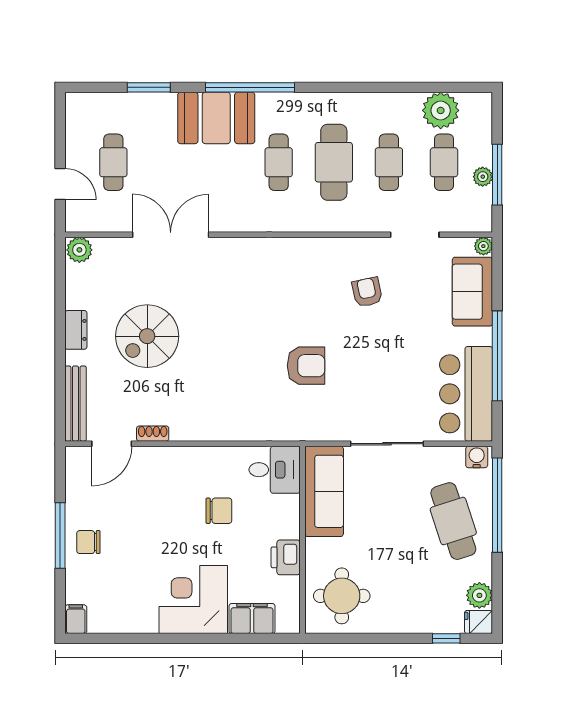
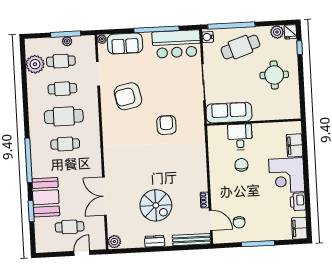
booth: (216, 118) -> (46, 197), moved
armchair: (367, 292) -> (128, 96), width x1.88, depth x1.88
desk: (275, 470) -> (240, 137), moved
chair: (88, 542) -> (239, 222), moved
printer: (286, 557) -> (298, 202), moved, turned 90
round table: (342, 596) -> (274, 75), moved
filing cabinet: (76, 619) -> (299, 228), width x2.00

